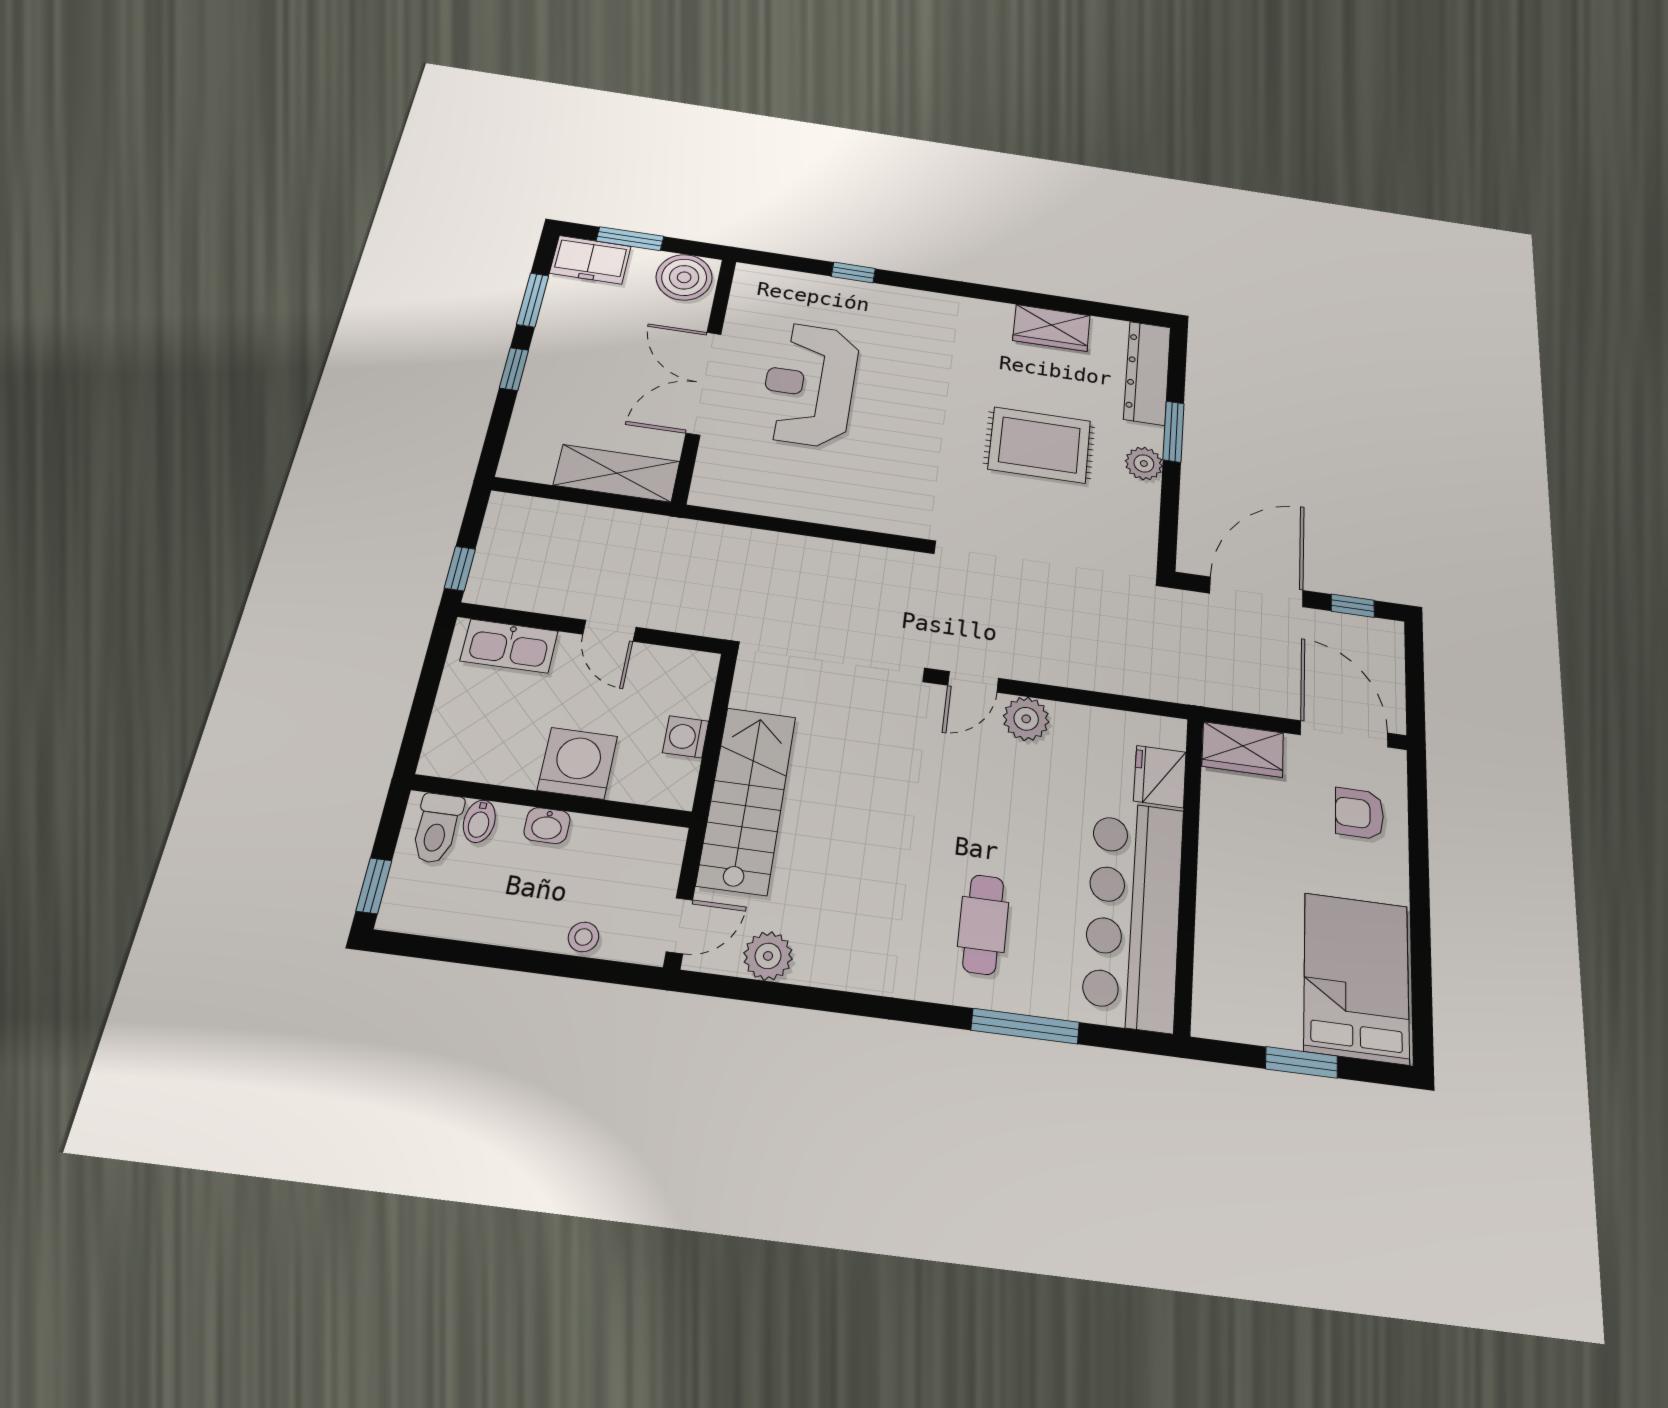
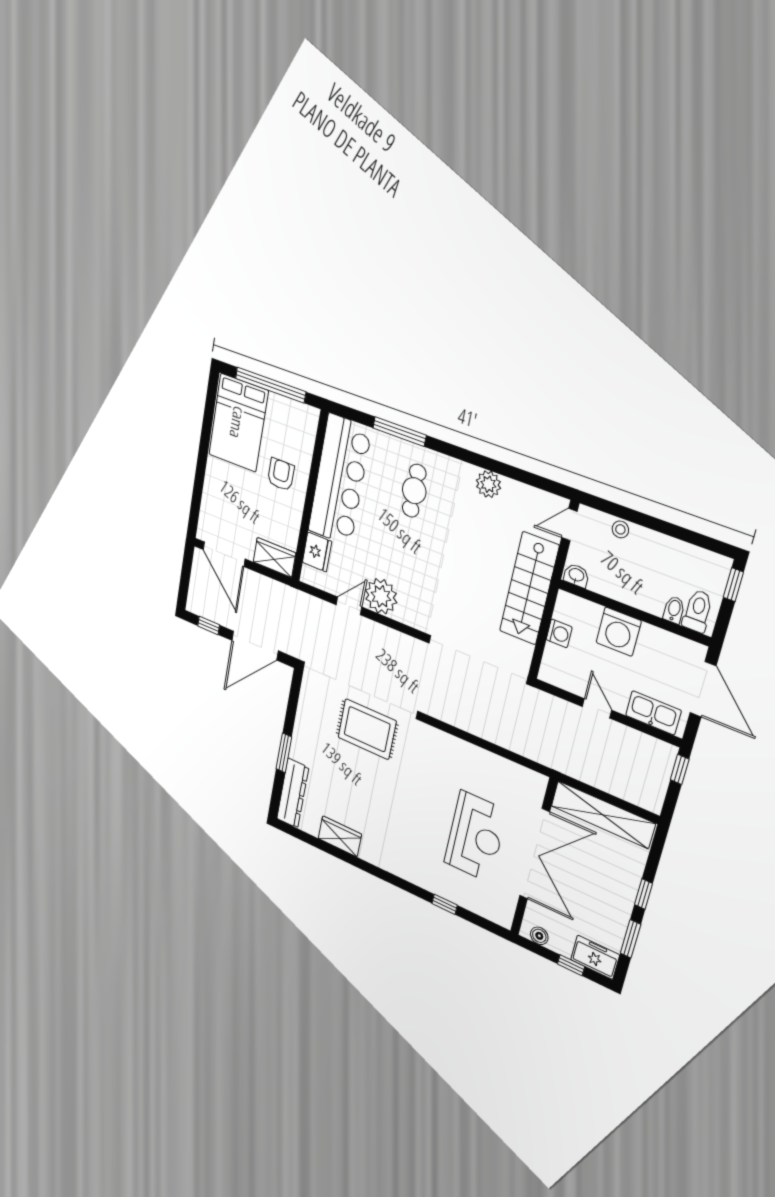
window: (630, 239) -> (571, 965), width x0.67
boiler: (684, 277) -> (539, 936), width x0.54, depth x0.54
double door: (704, 383) -> (535, 854), width x1.36
rug: (1039, 445) -> (367, 729), moved
plant: (1144, 463) -> (302, 737), removed
shelving: (617, 473) -> (603, 815), width x1.47
door: (973, 682) -> (349, 606), moved
door: (423, 703) -> (703, 689), added
plant: (1026, 719) -> (381, 596), width x1.36, depth x1.36
armchair: (1359, 813) -> (281, 475), moved, turned -90
washbasin: (547, 826) -> (576, 575), moved
plant: (768, 956) -> (488, 484), moved
window: (1302, 1062) -> (270, 385), width x2.11

